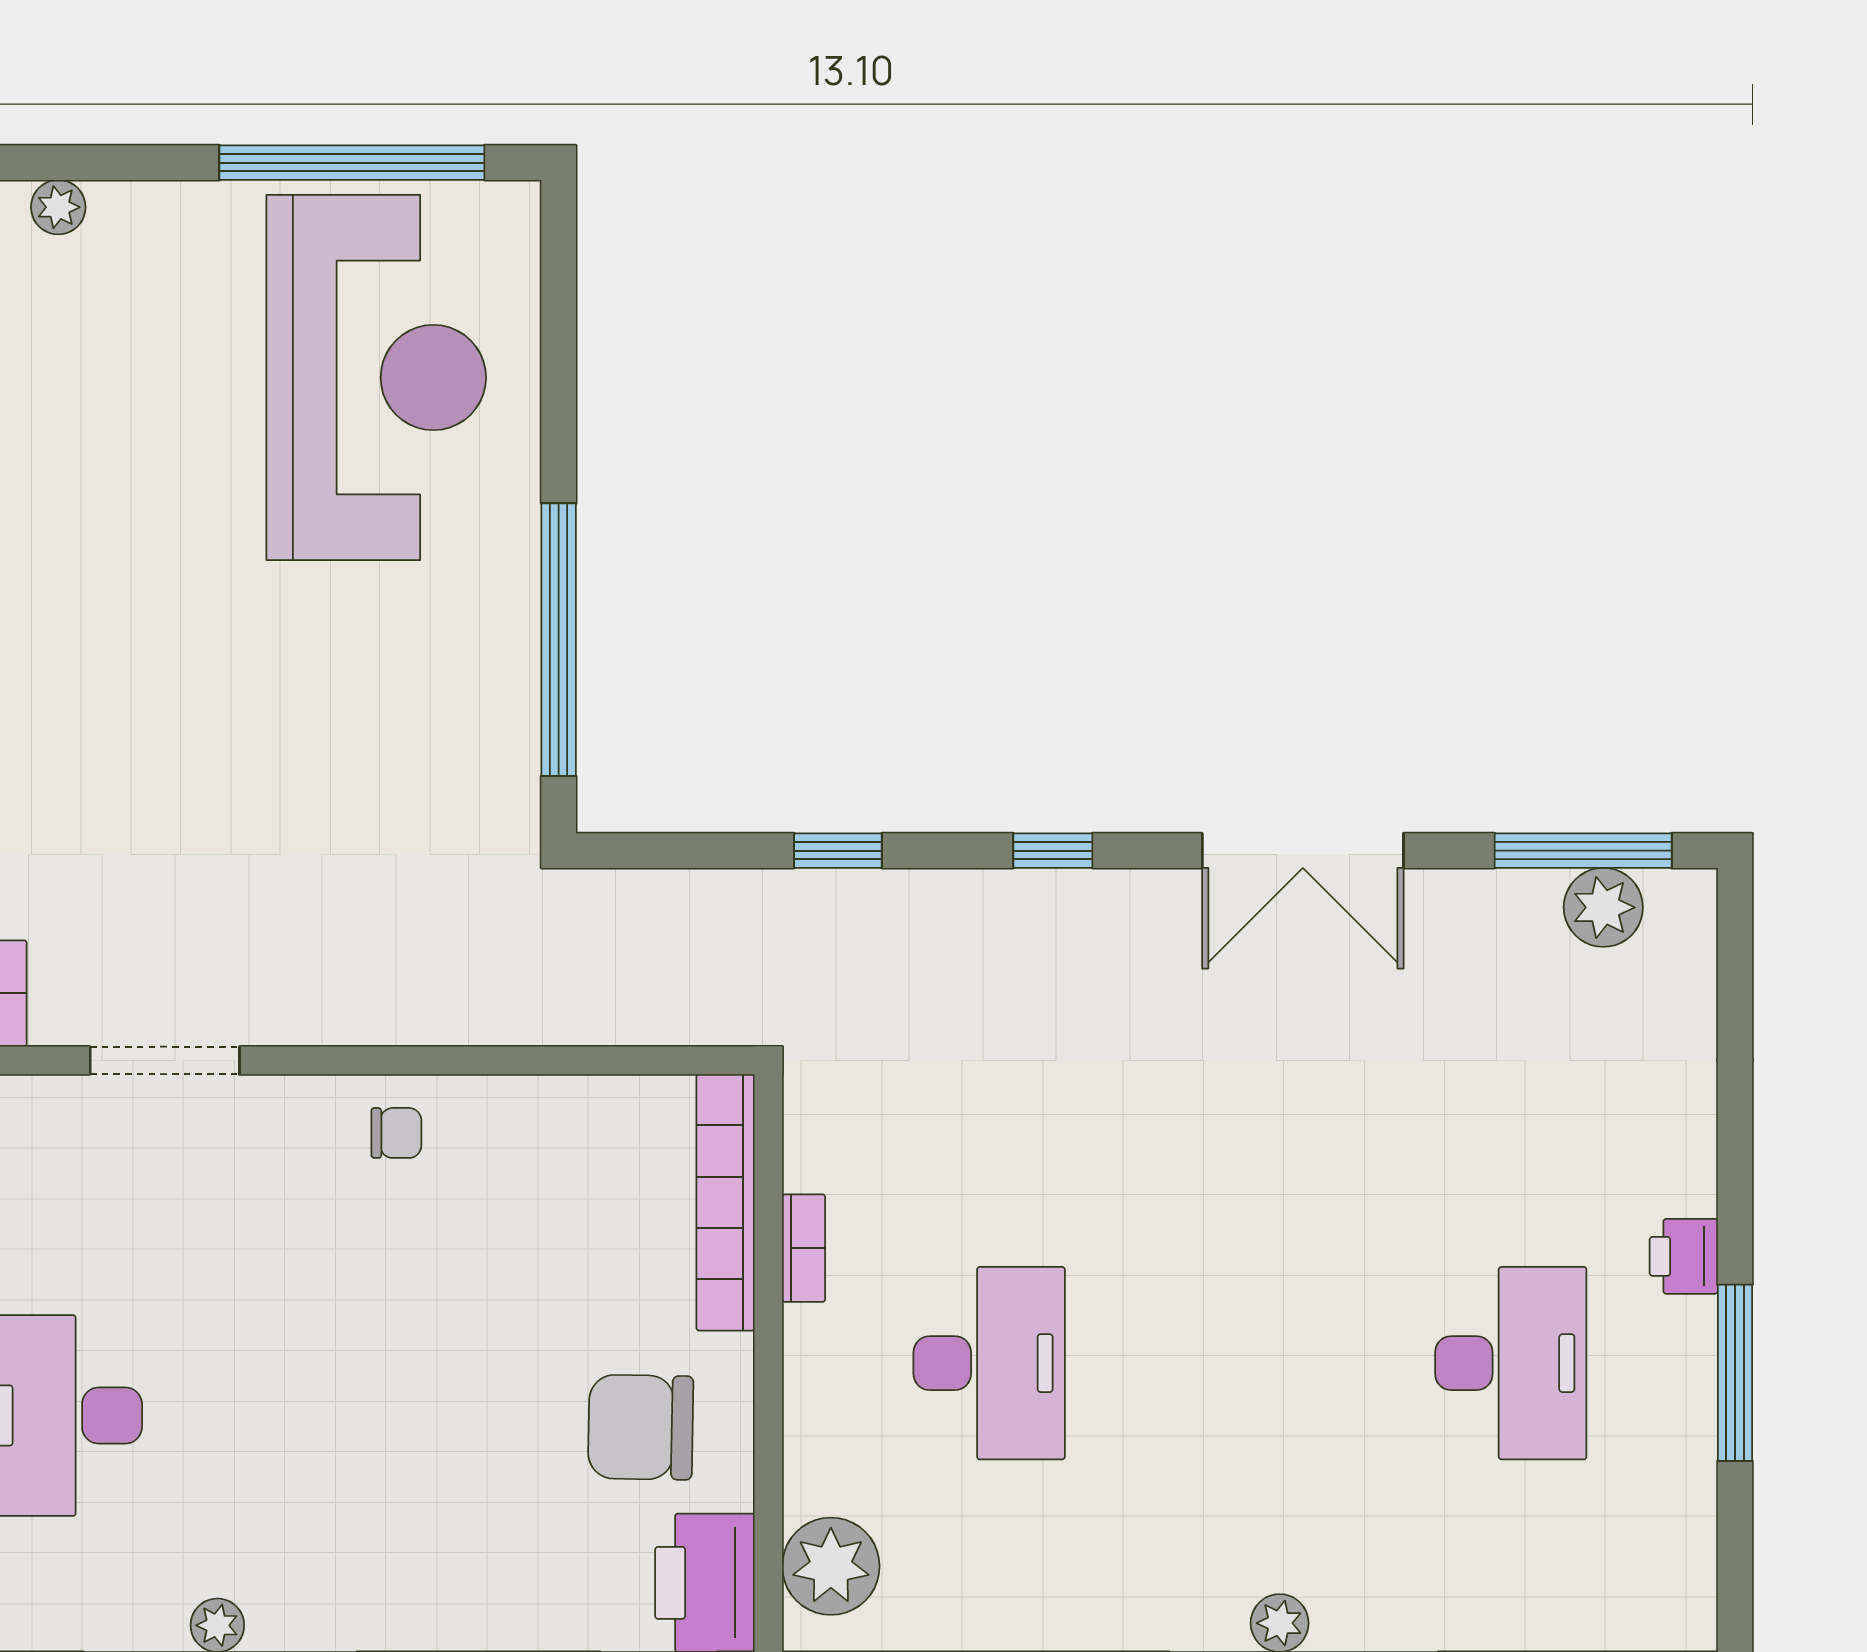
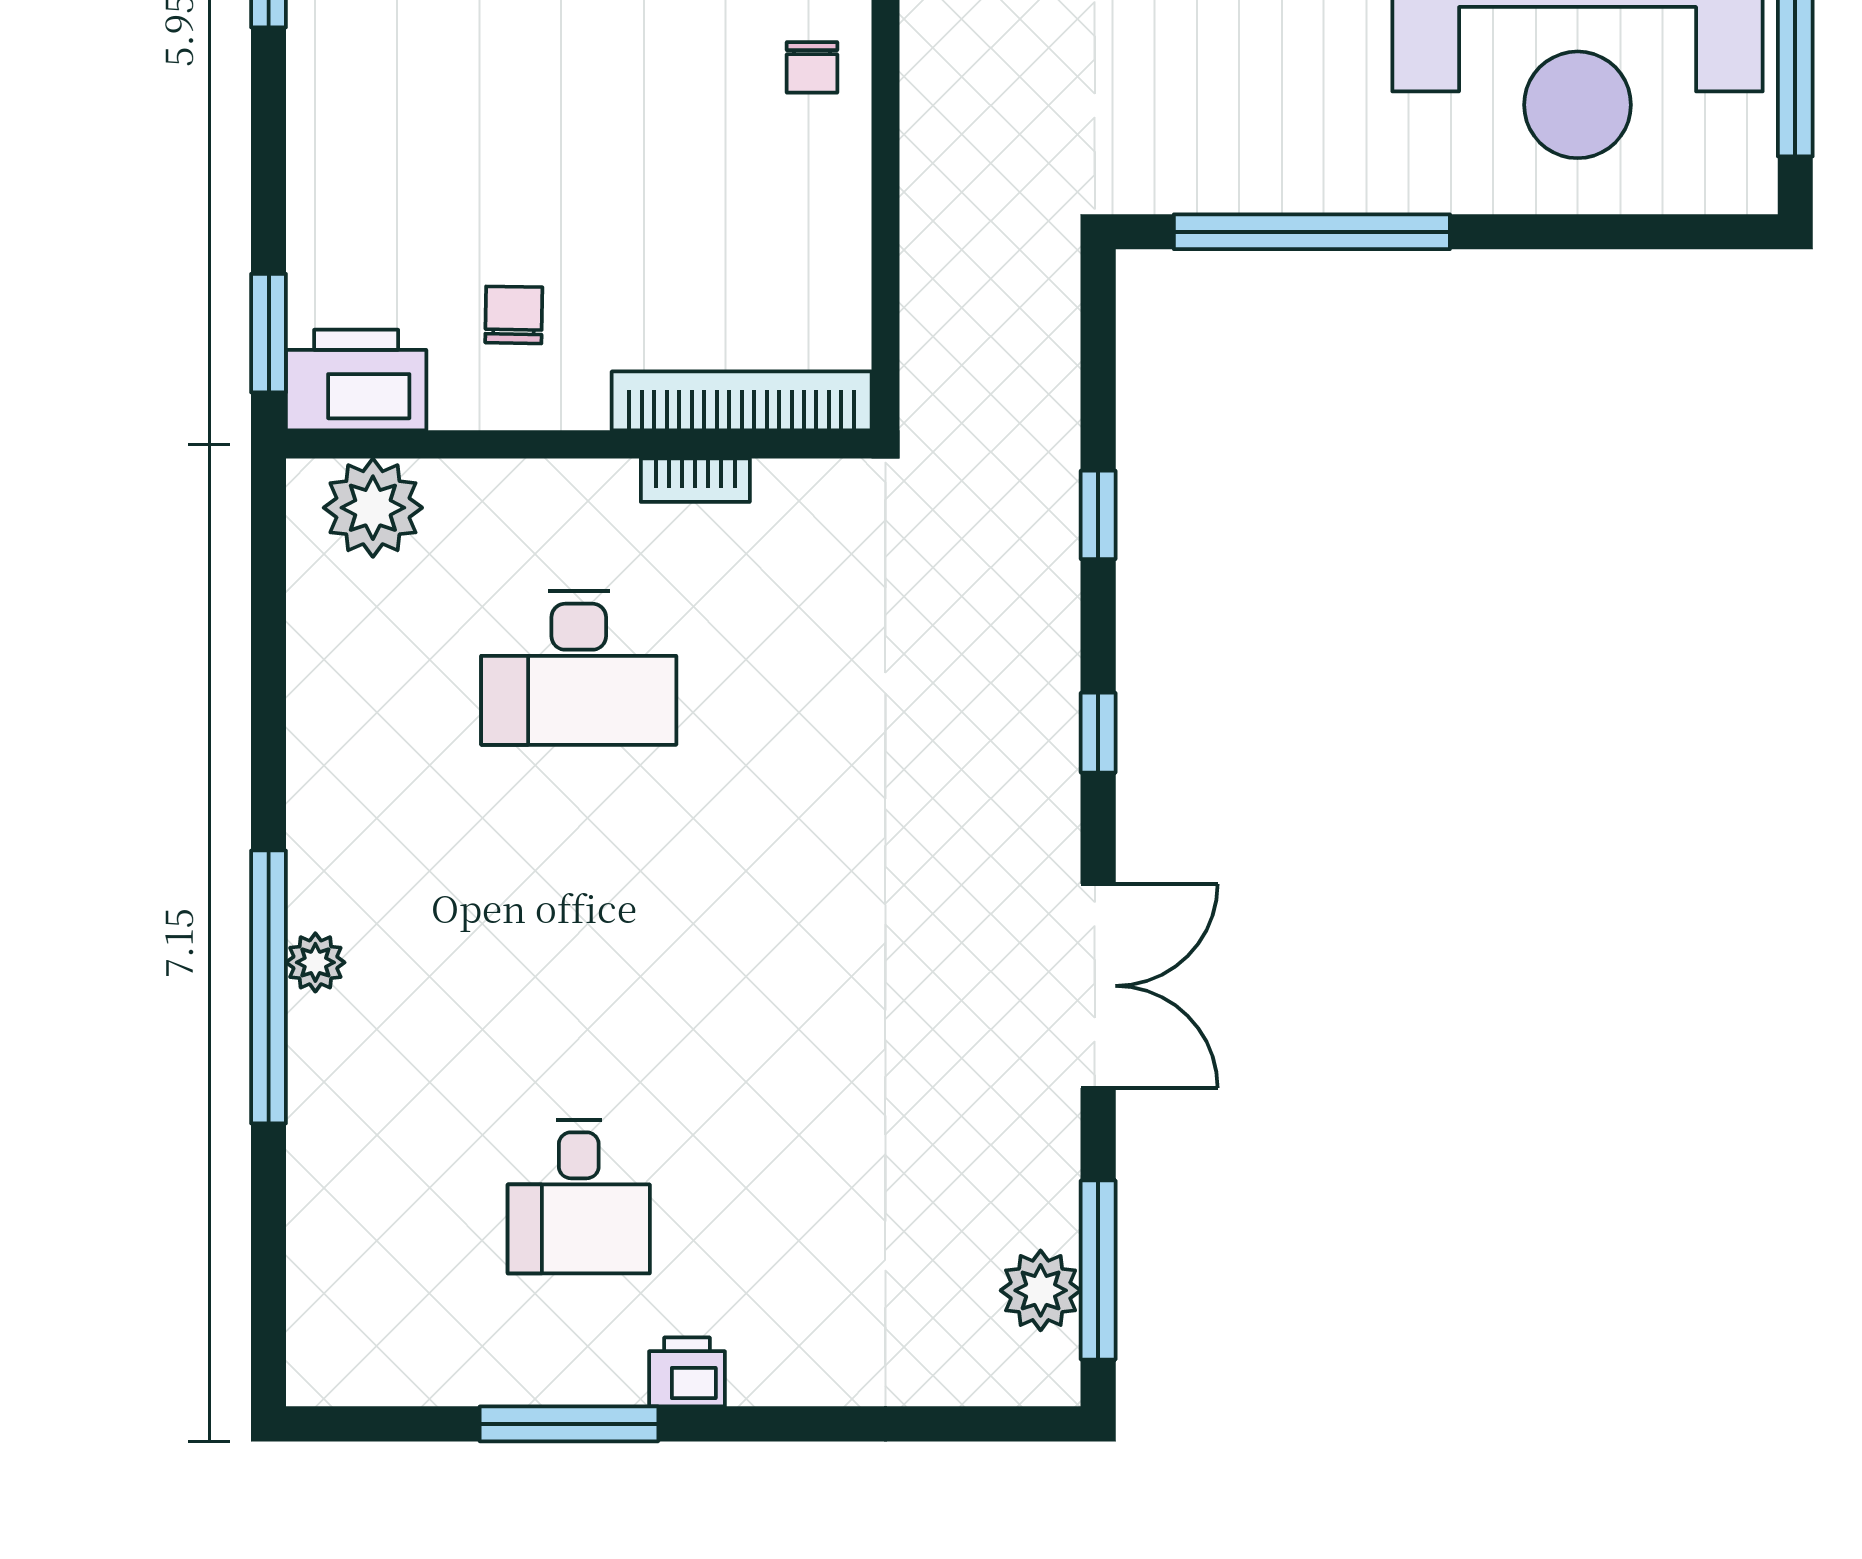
double door: (1303, 851) -> (1098, 986), swing flipped
desk: (1511, 1363) -> (579, 1197), width x0.73
chair: (641, 1427) -> (514, 315), width x0.54, depth x0.54

